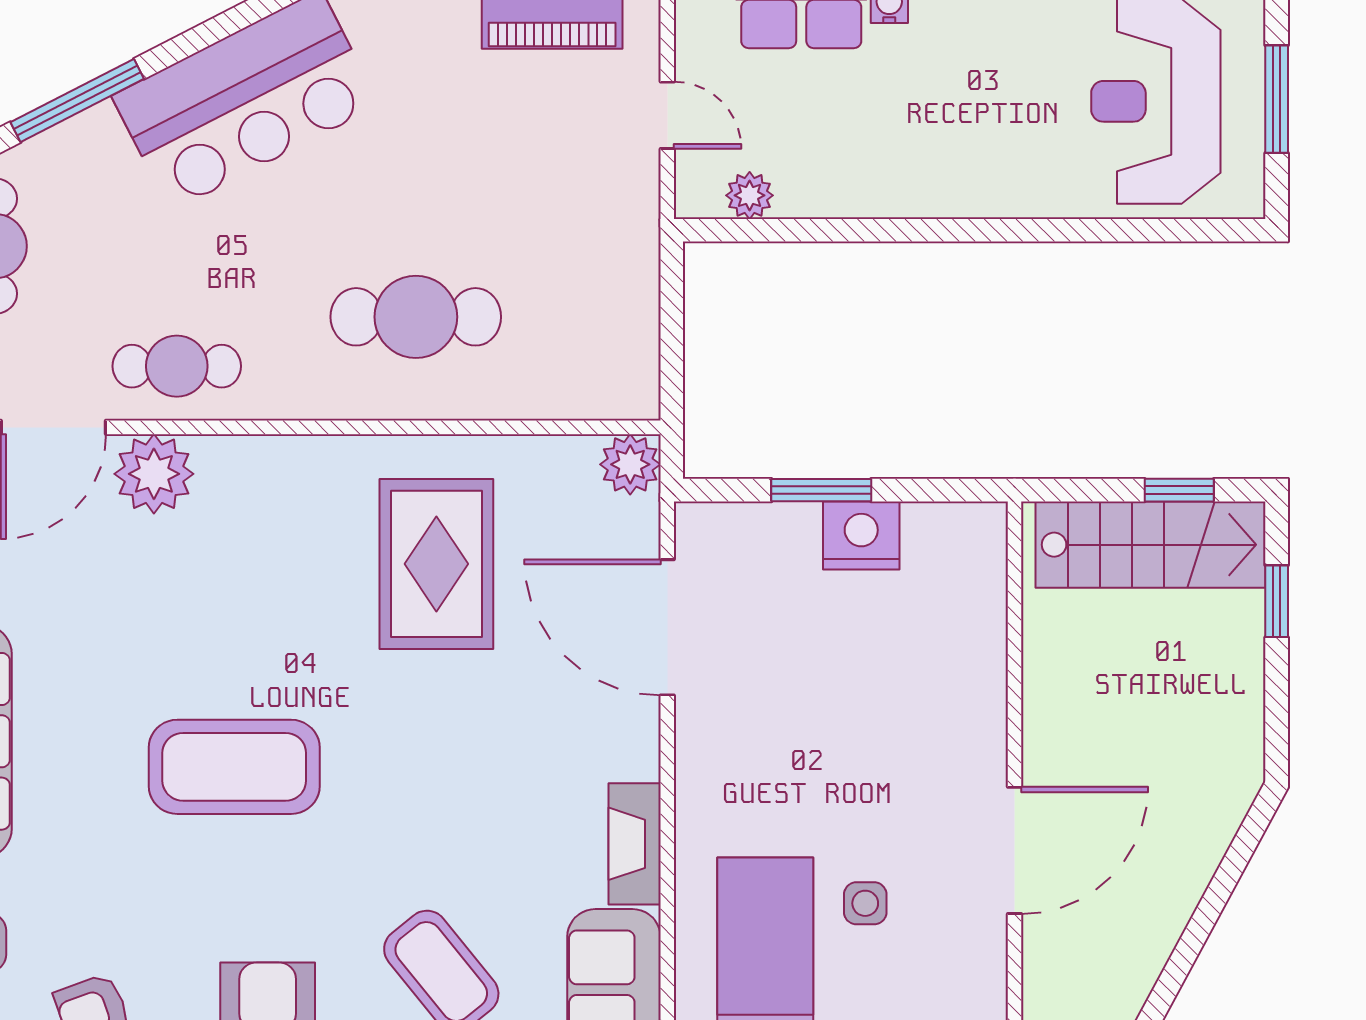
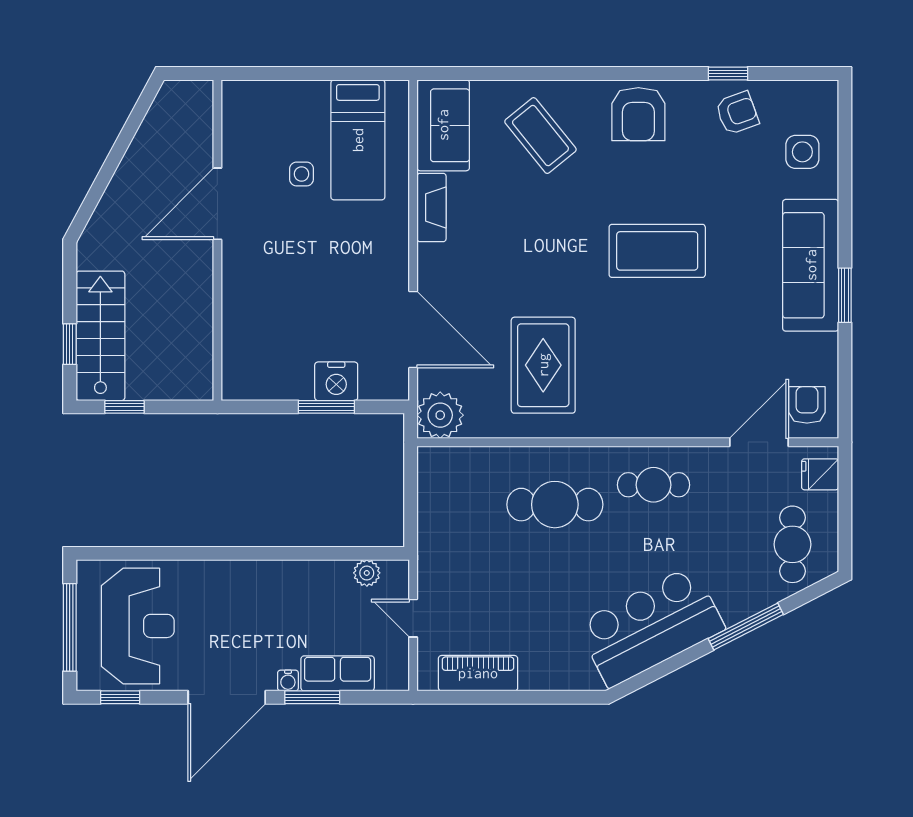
window: (1277, 99) -> (70, 627), width x1.44
cafe table: (177, 366) -> (653, 485), moved
plant: (630, 464) -> (440, 415), width x1.36, depth x1.36
plant: (154, 474) -> (702, 416), removed
nightstand: (861, 536) -> (336, 381), moved
stairs: (1151, 545) -> (100, 336), moved, turned 90

